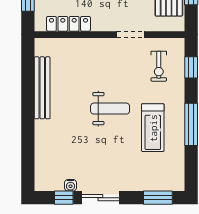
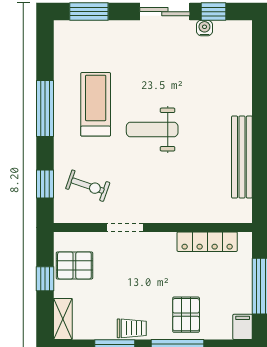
exercise bike: (159, 66) -> (88, 186), turned 109

